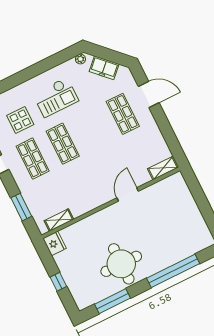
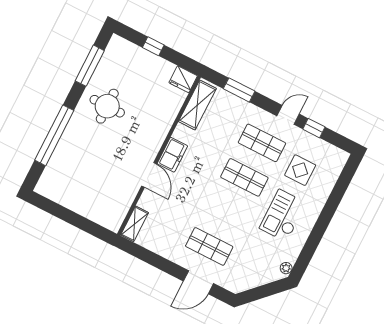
freezer: (104, 68) -> (172, 155), moved, turned 135
shelving: (59, 220) -> (197, 105), width x1.50, depth x1.33
round table: (121, 264) -> (107, 106), width x0.73, depth x0.73

